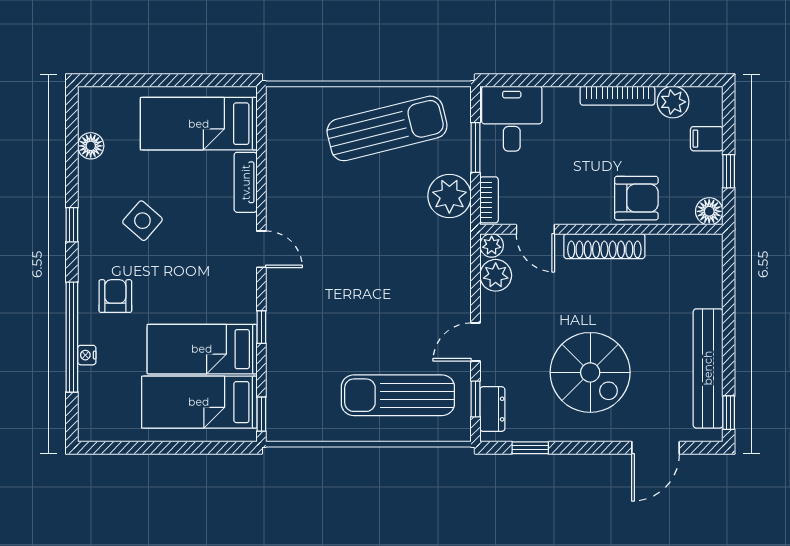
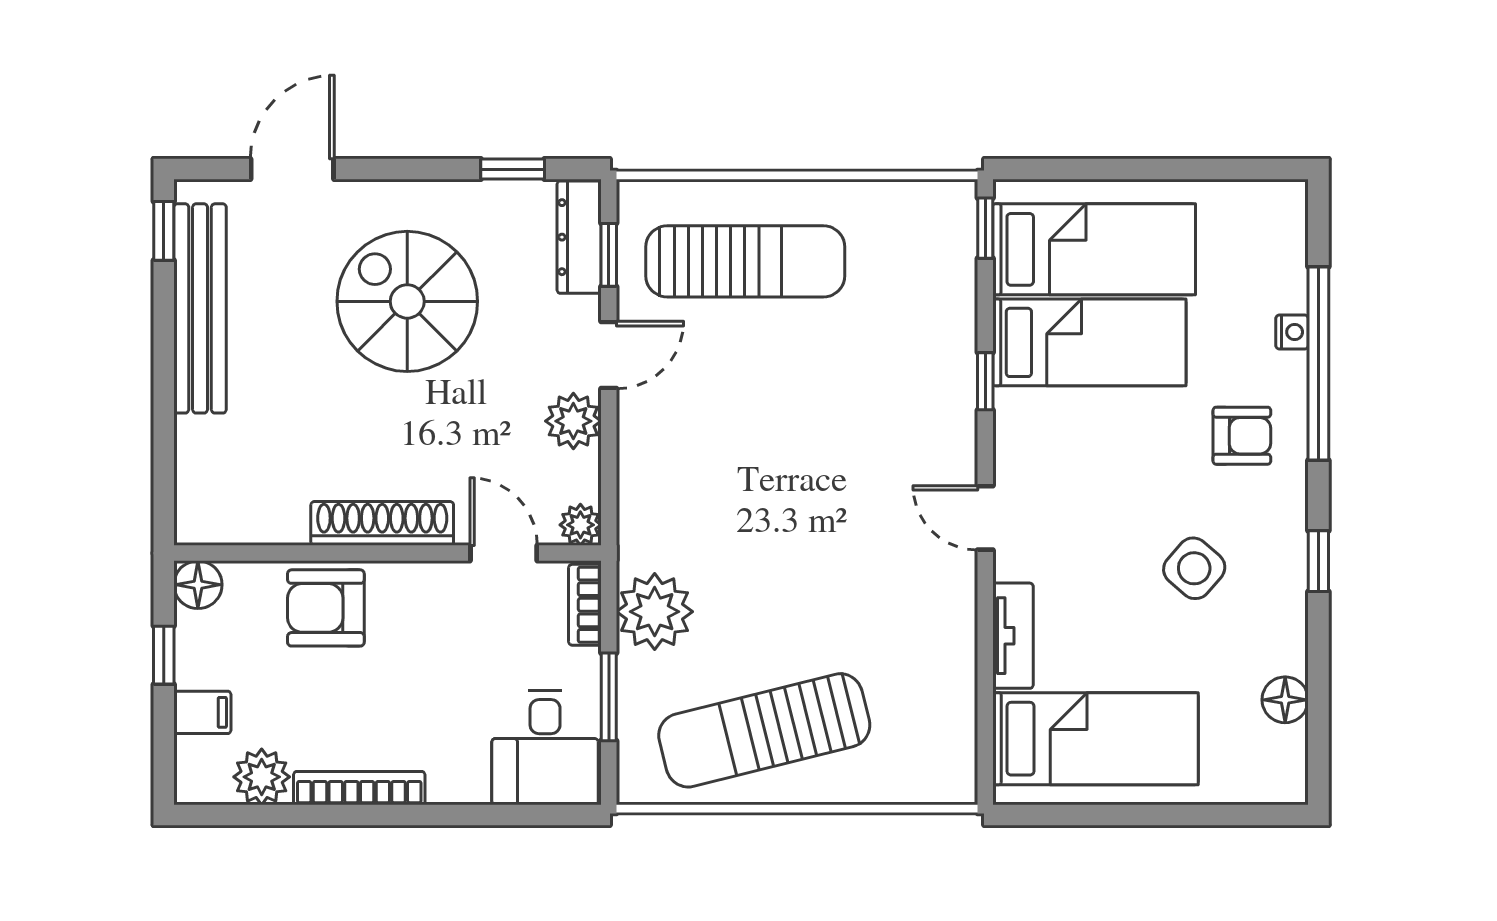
plant: (496, 275) -> (573, 421), moved
armchair: (115, 296) -> (1242, 436), turned -90
dresser: (492, 409) -> (579, 237), width x1.44

